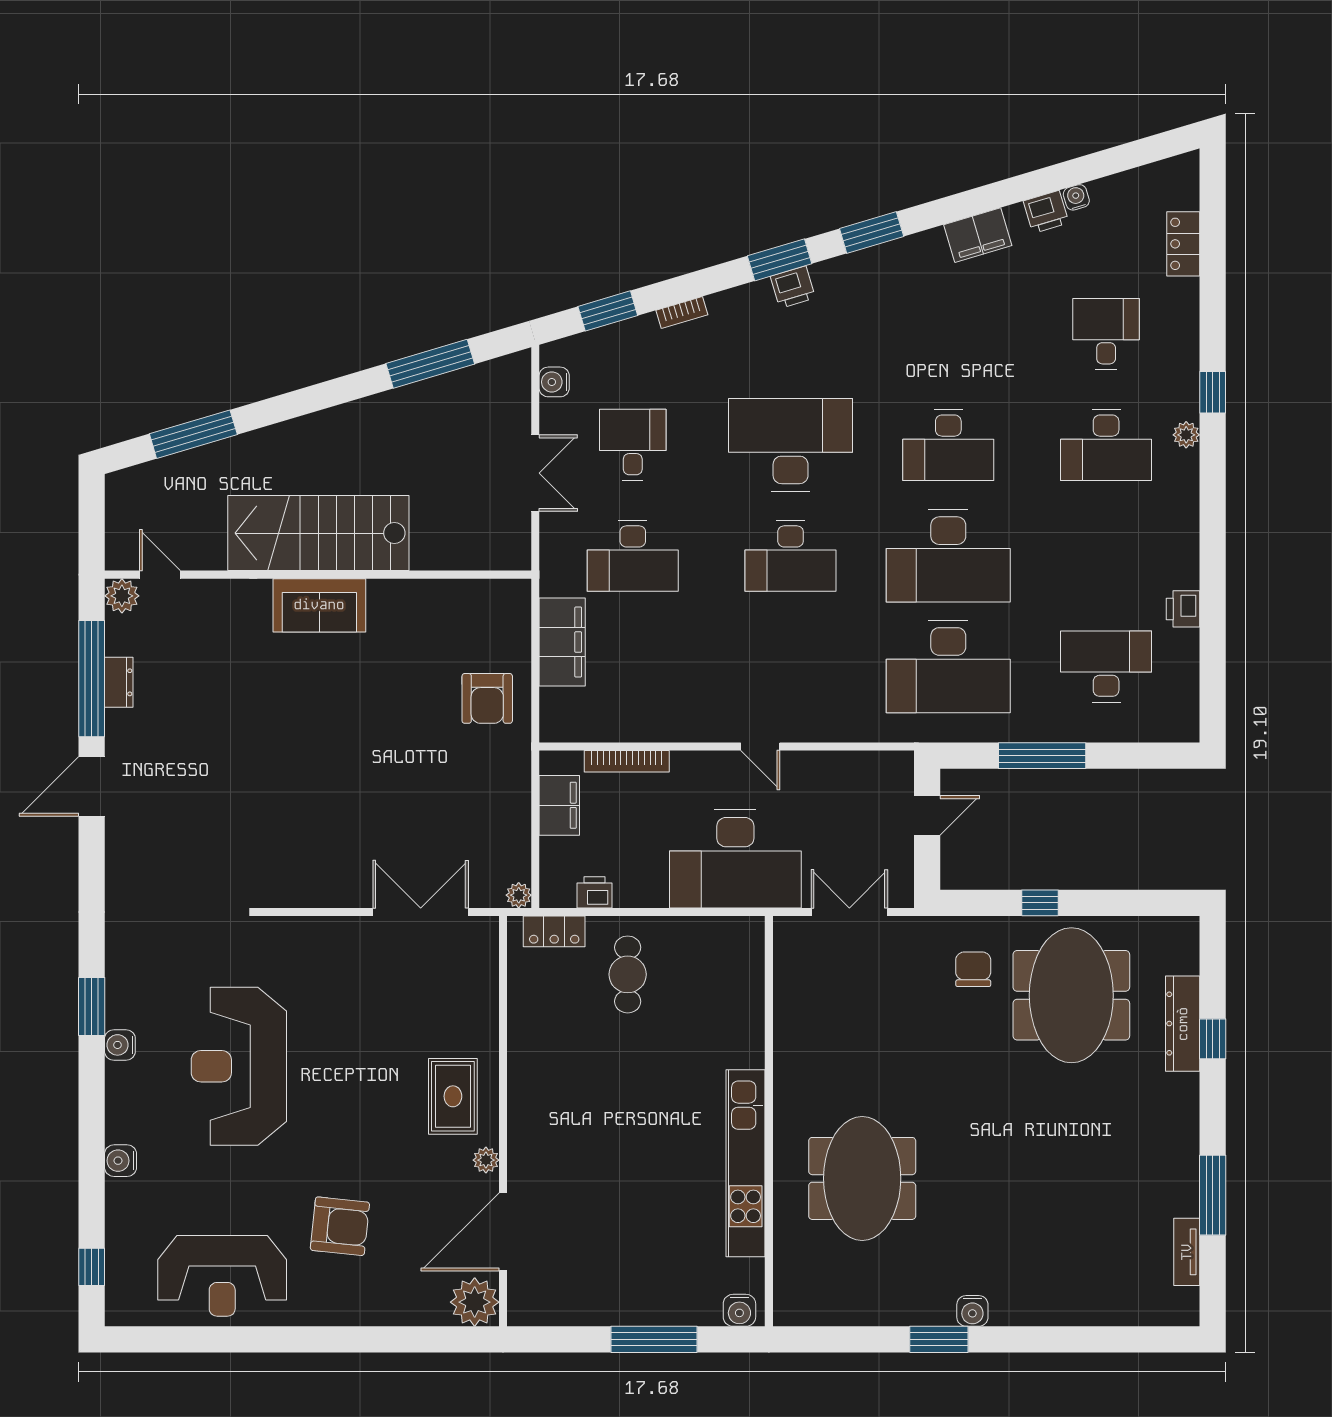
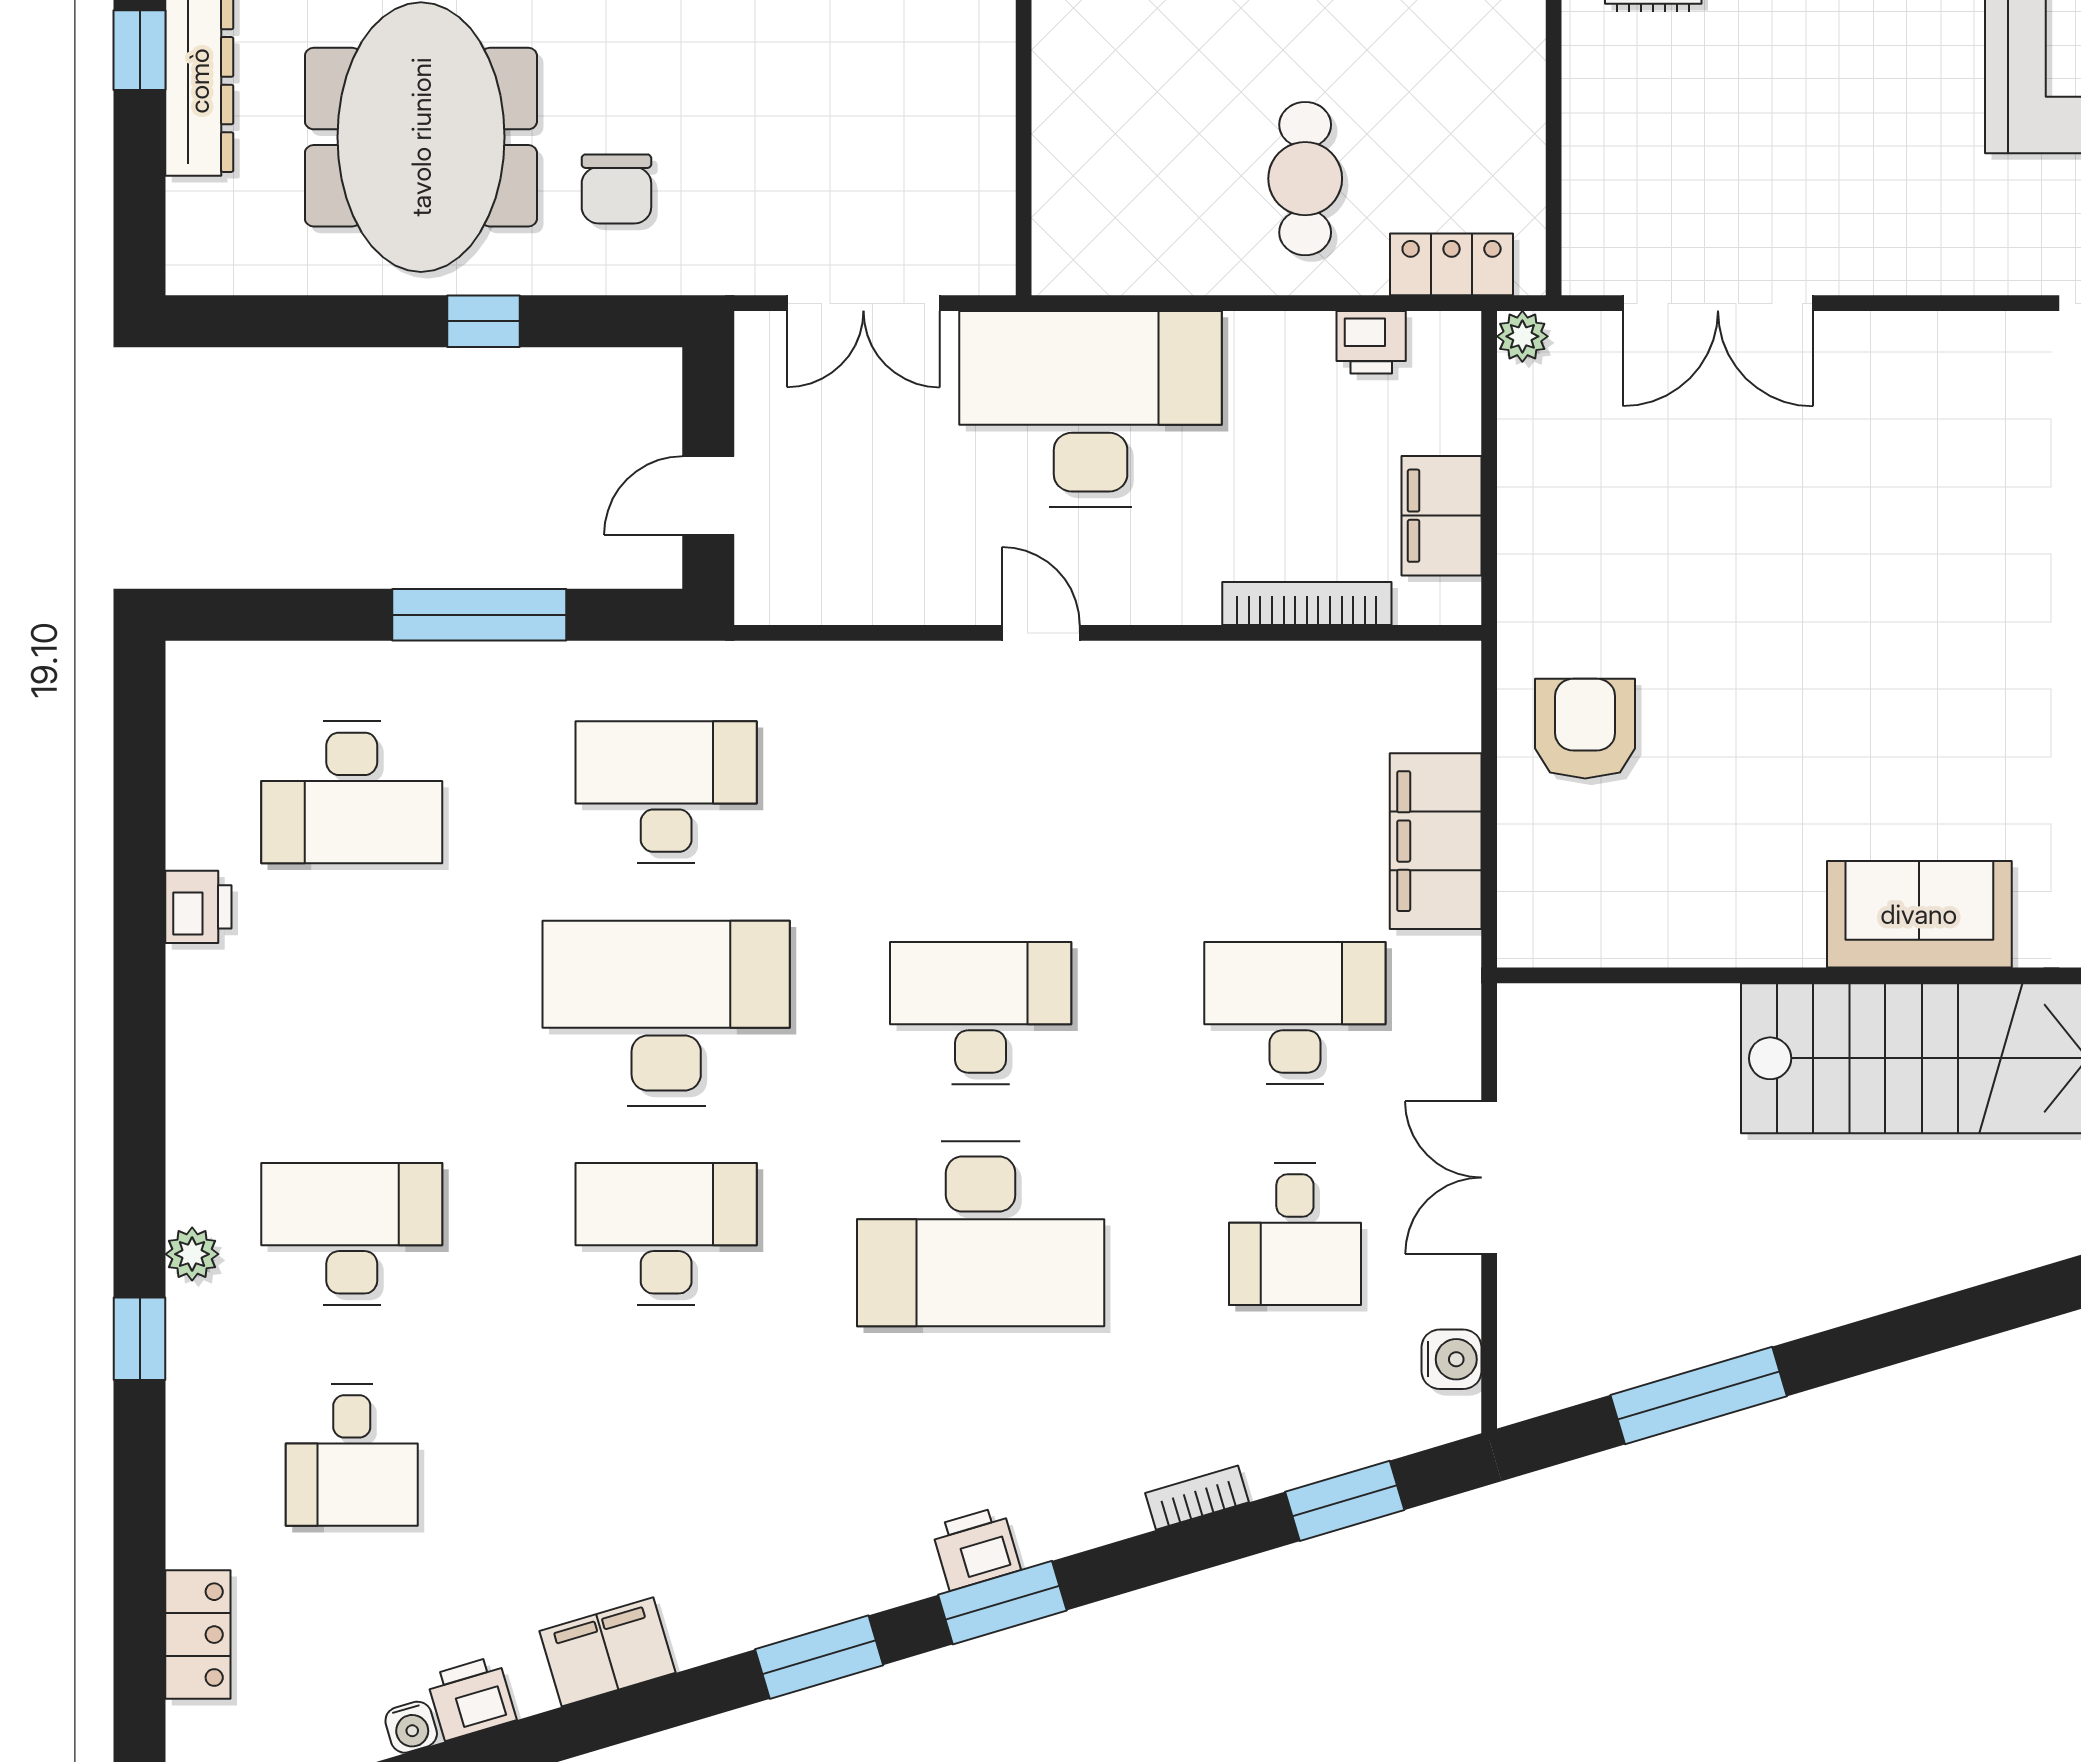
desk: (948, 667) -> (666, 792), width x0.73, depth x0.77

